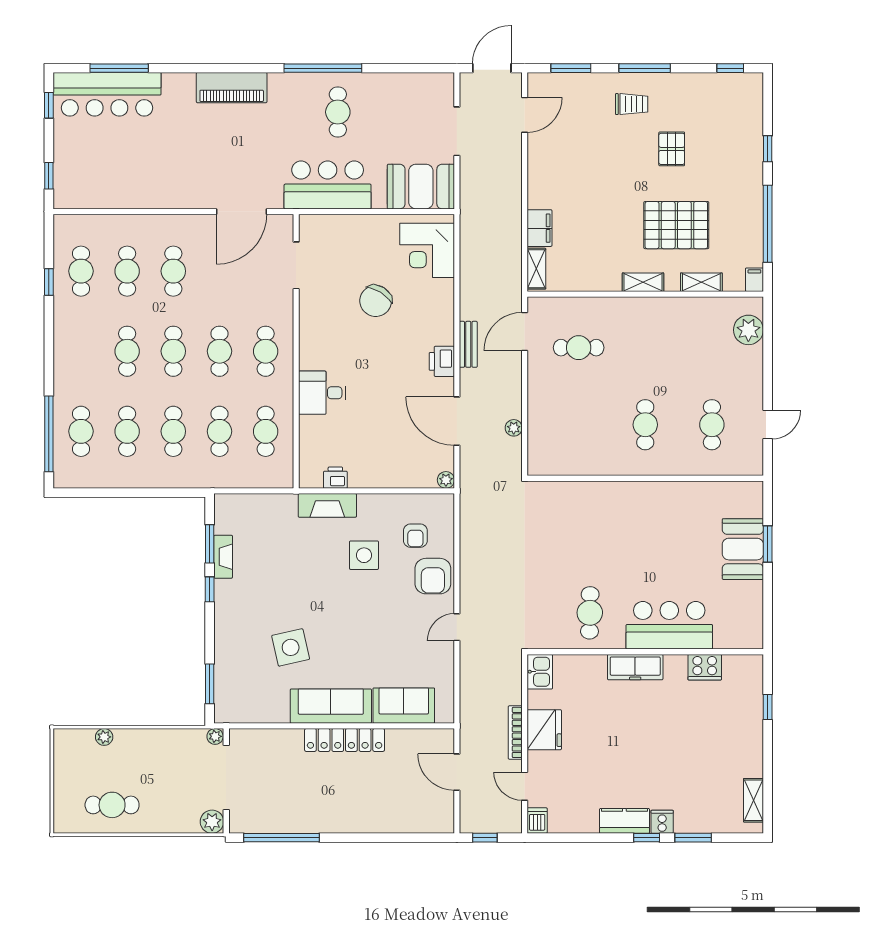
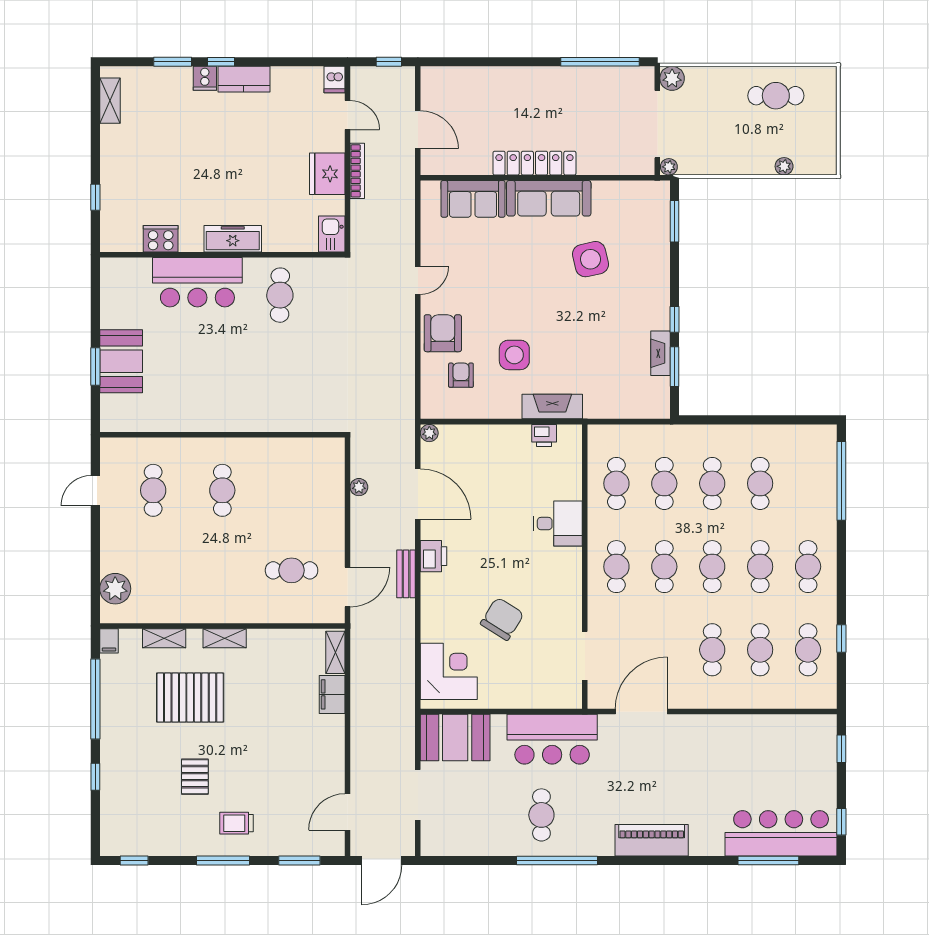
cafe table: (81, 431) -> (808, 567), moved

